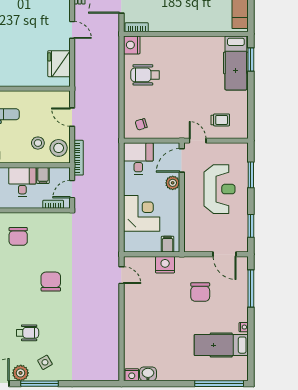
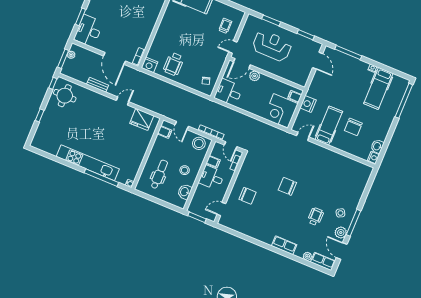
filing cabinet: (55, 99) -> (165, 132), added
door: (72, 117) -> (182, 126), hinge flipped
stool: (38, 143) -> (185, 170), moved
door: (182, 160) -> (242, 63), hinge flipped
corner desk: (142, 213) -> (281, 111), moved, turned -90
door: (225, 254) -> (318, 61), hinge flipped
chair: (200, 292) -> (353, 127), moved, turned 90
hospital bed: (149, 302) -> (329, 126), added

